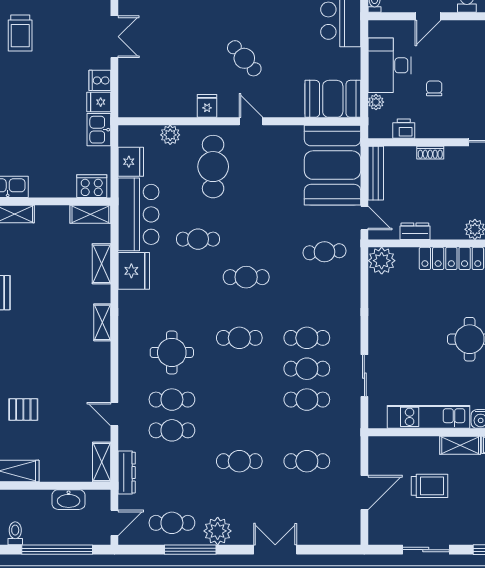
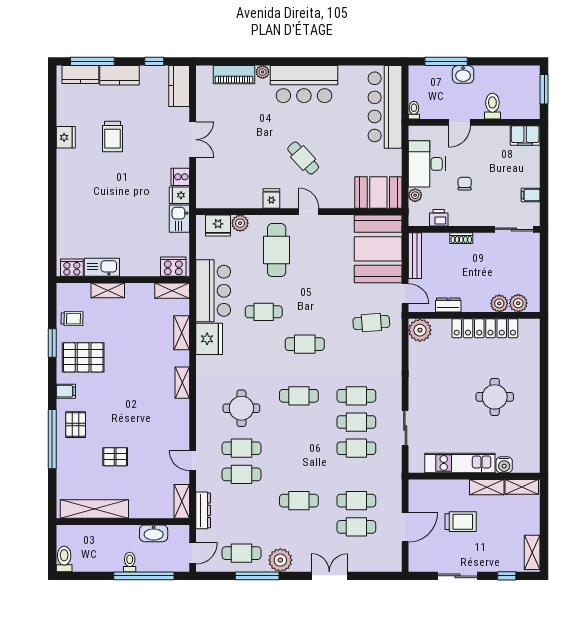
fridge: (131, 162) -> (218, 225), moved, turned 90
cafe table: (307, 492) -> (356, 527), added
toilet: (15, 533) -> (130, 562), moved

